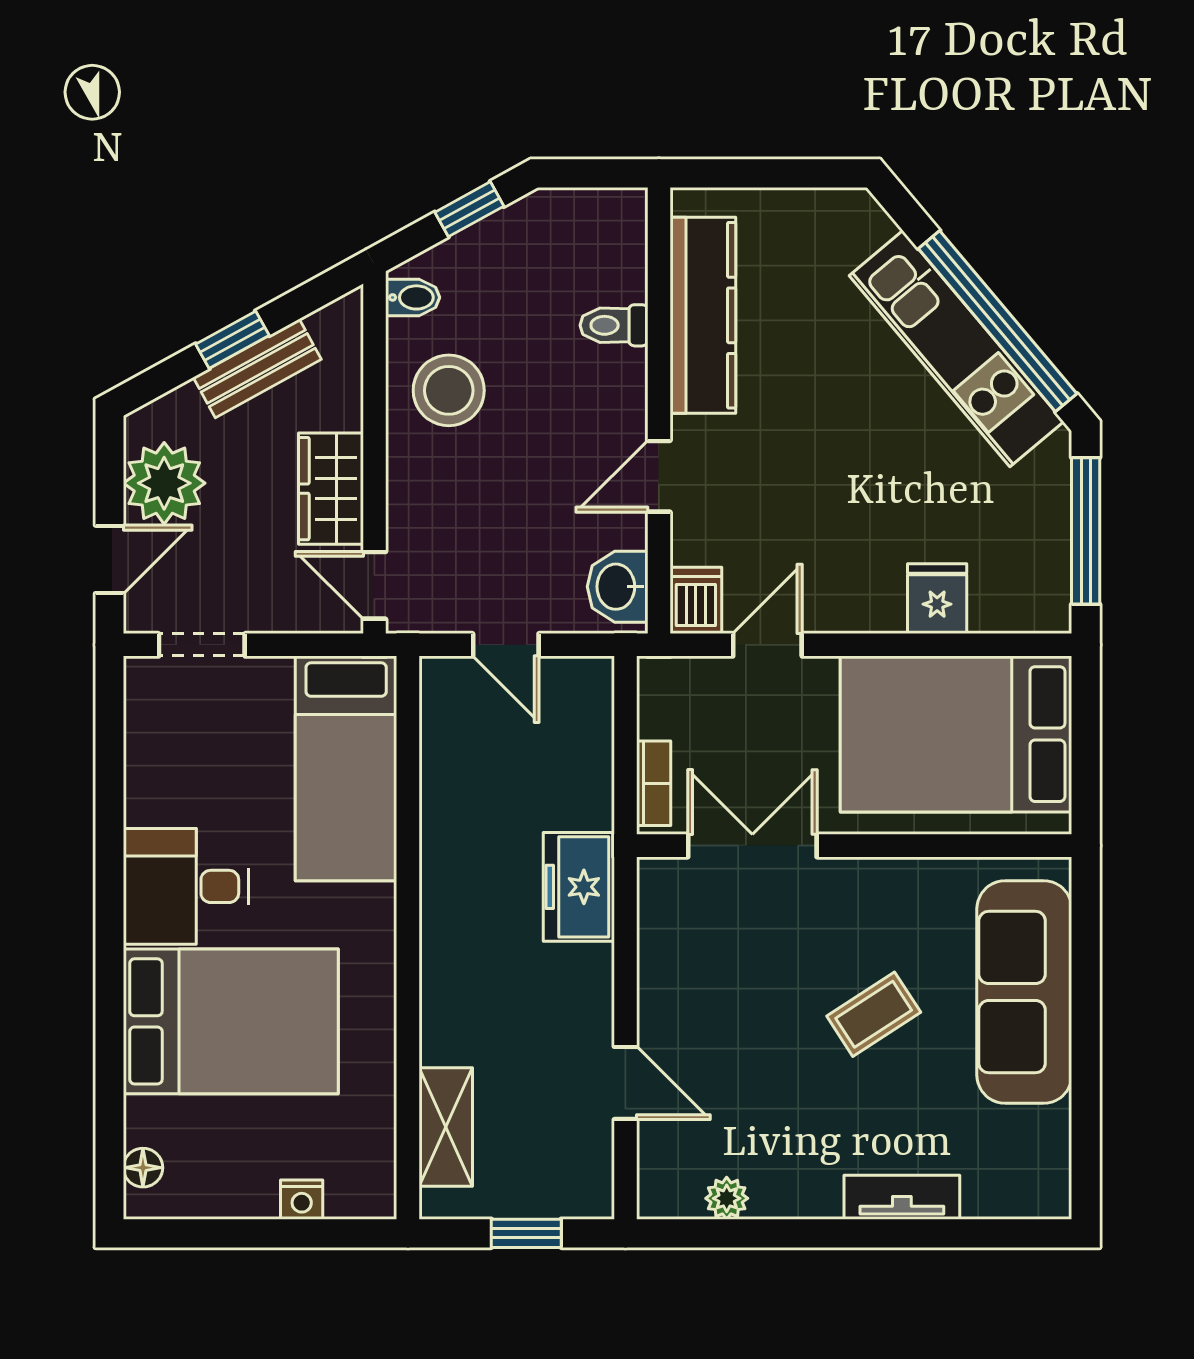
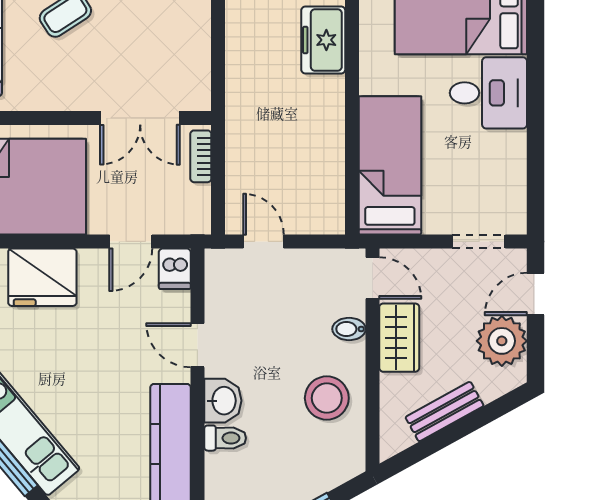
bidet: (413, 297) -> (349, 329), moved
window: (232, 340) -> (460, 429), removed
door: (659, 476) -> (197, 345), swing flipped
washbasin: (618, 587) -> (223, 401), moved
fridge: (937, 599) -> (42, 277), width x1.88, depth x1.34
door: (506, 645) -> (264, 241), moved
freezer: (579, 887) -> (323, 40), moved, turned 180

